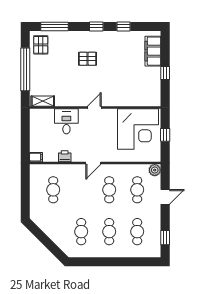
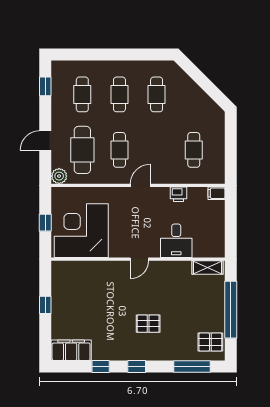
pallet: (41, 45) -> (210, 342), turned 90
filing cabinet: (153, 51) -> (71, 350), moved, turned -90
cafe table: (137, 190) -> (82, 150), width x1.37, depth x1.35

